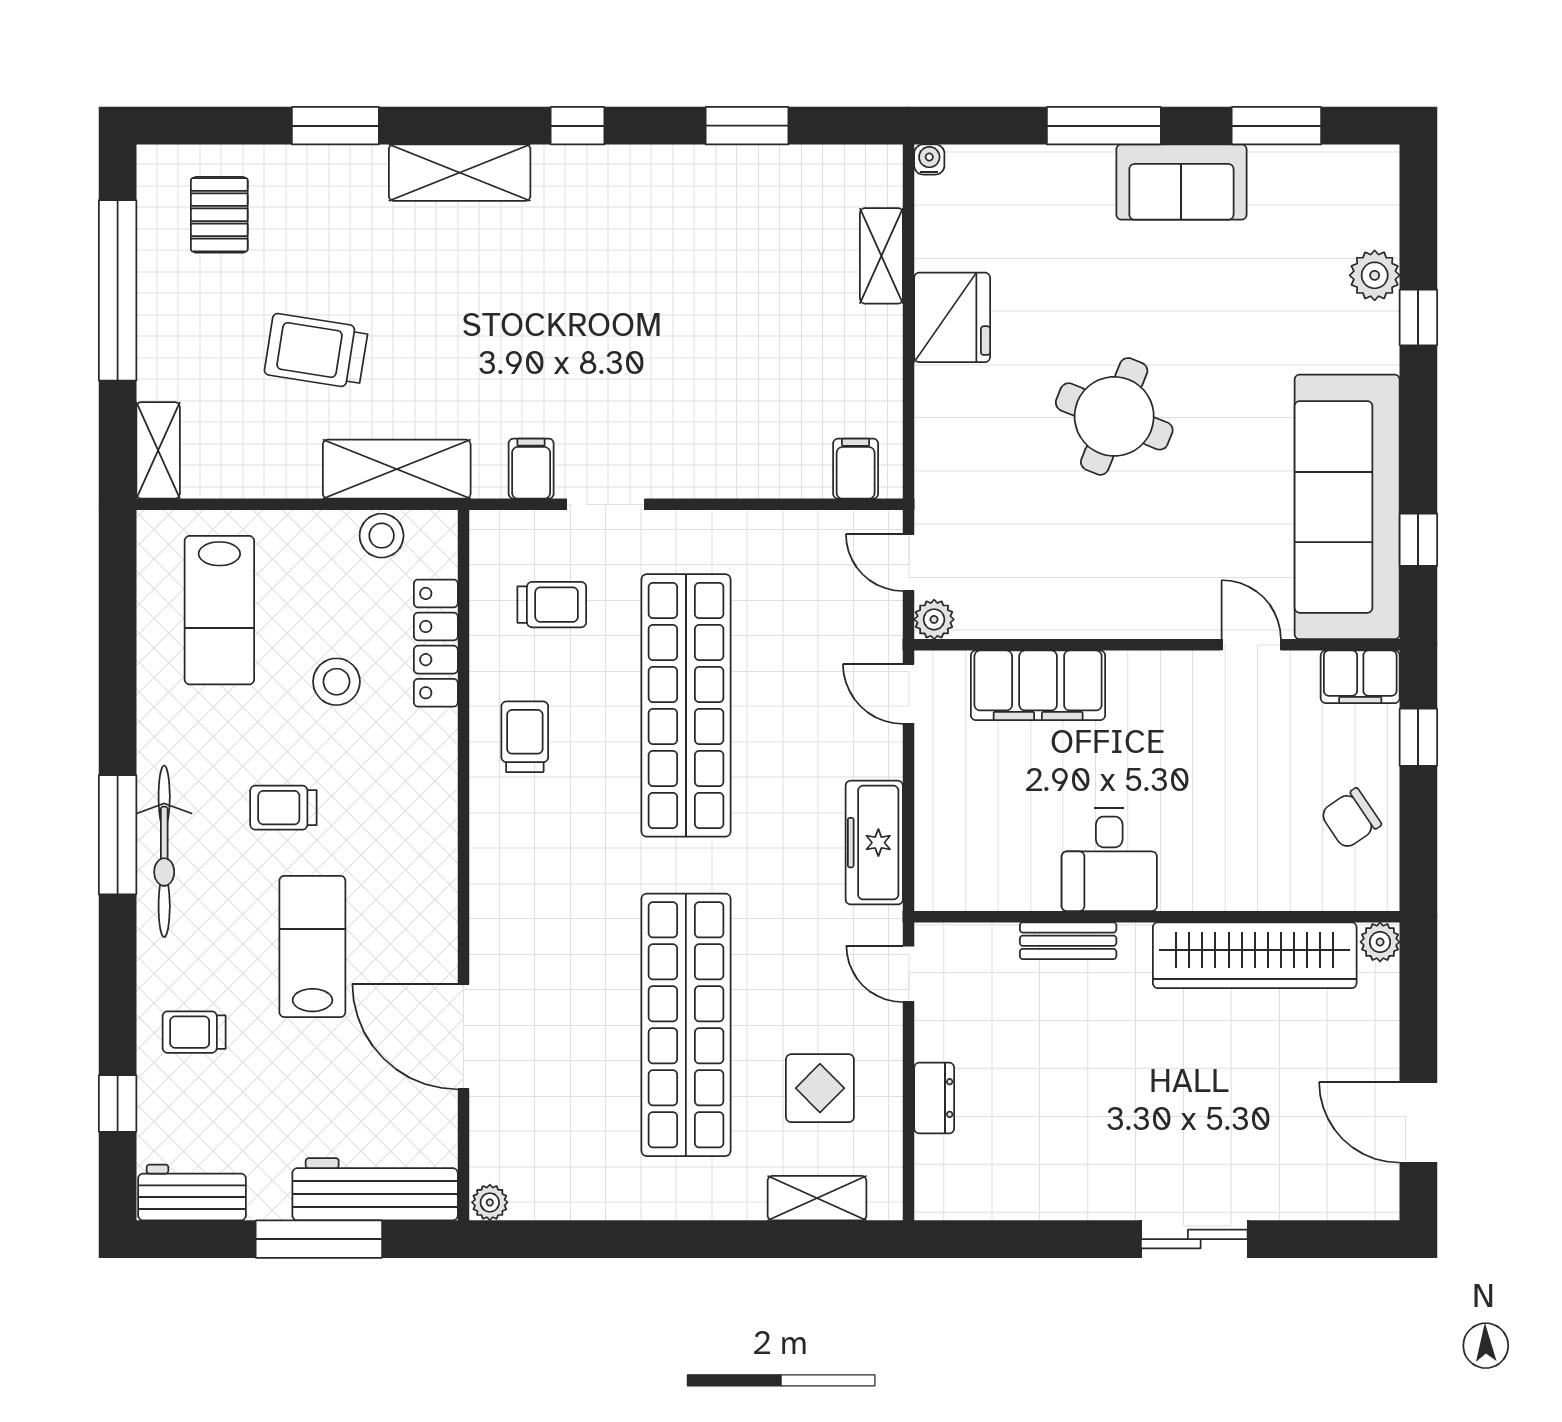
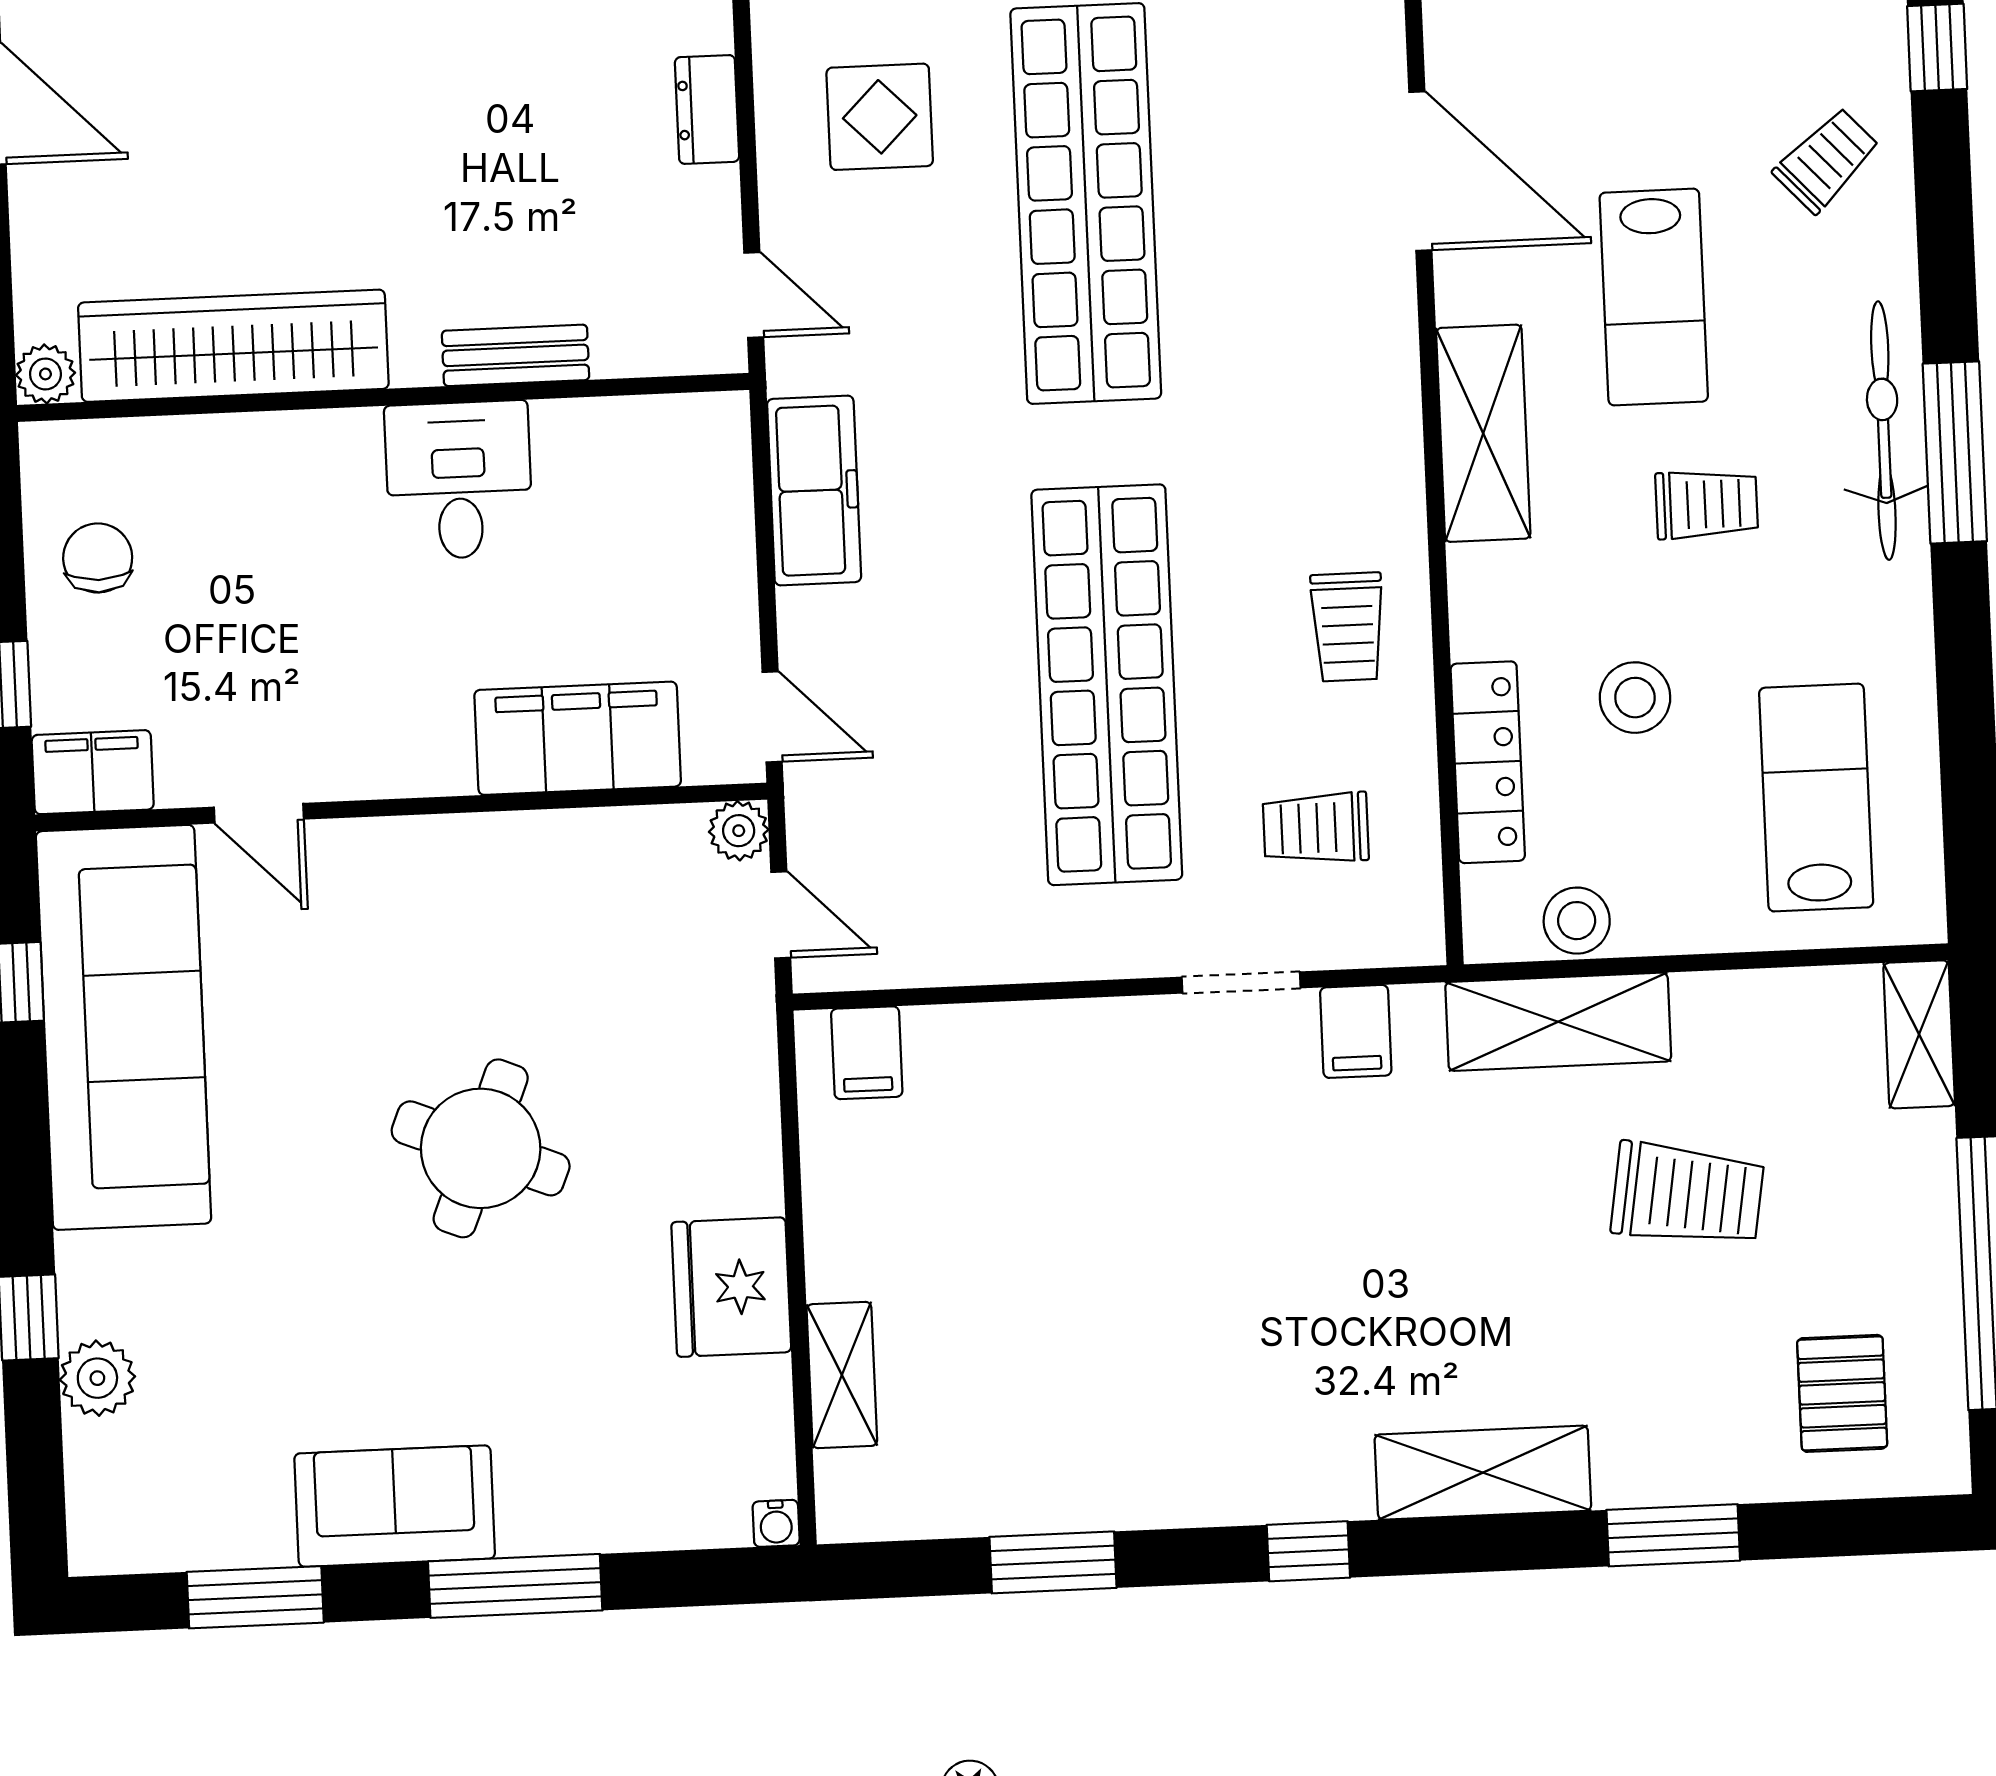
chair: (1351, 819) -> (98, 558), turned -56
shelving: (429, 861) -> (1483, 433), added
trolley: (194, 1032) -> (1826, 160), turned -43

